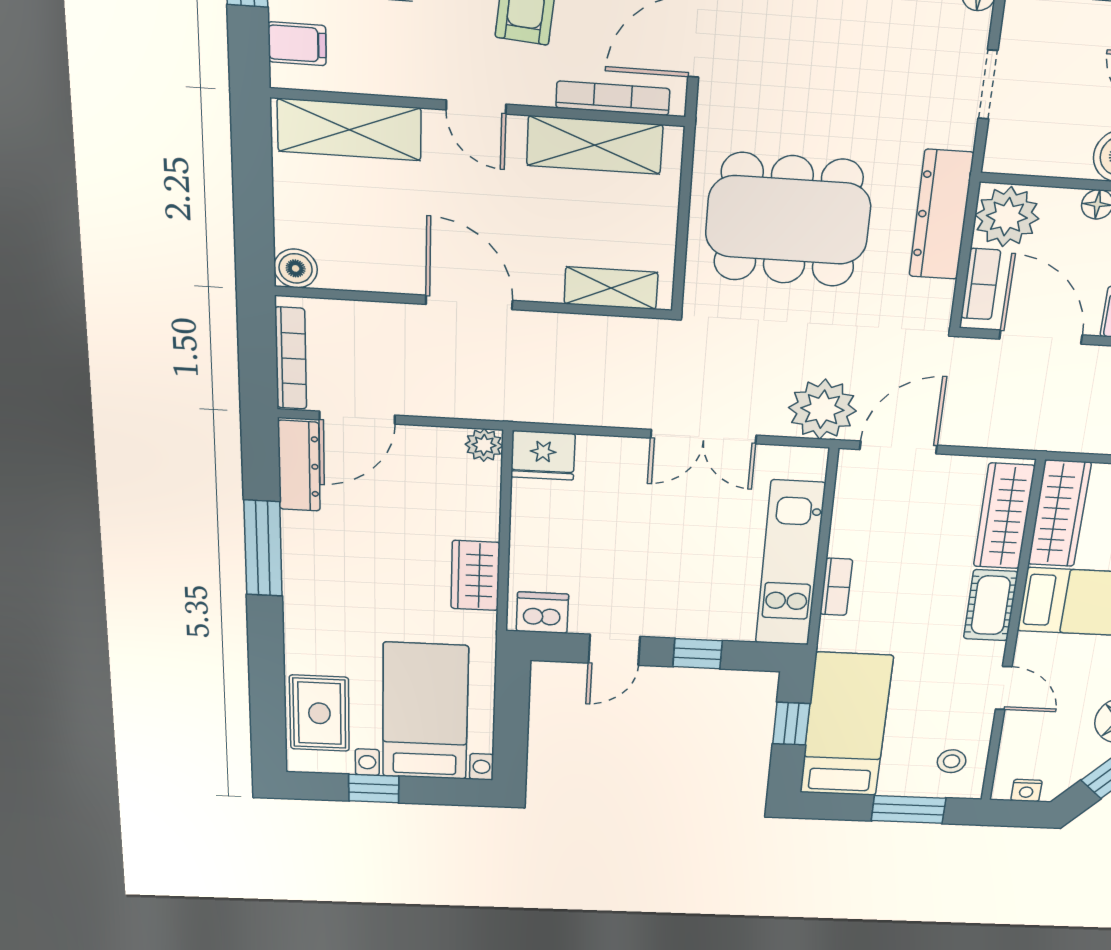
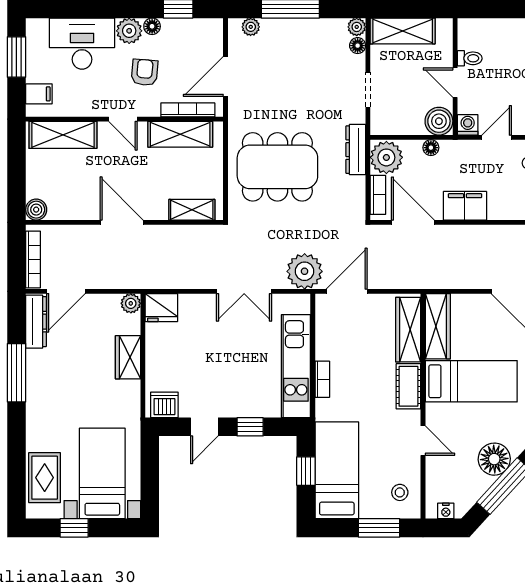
dresser: (941, 215) -> (356, 150), width x0.73, depth x0.80
wardrobe: (475, 576) -> (128, 357), moved

